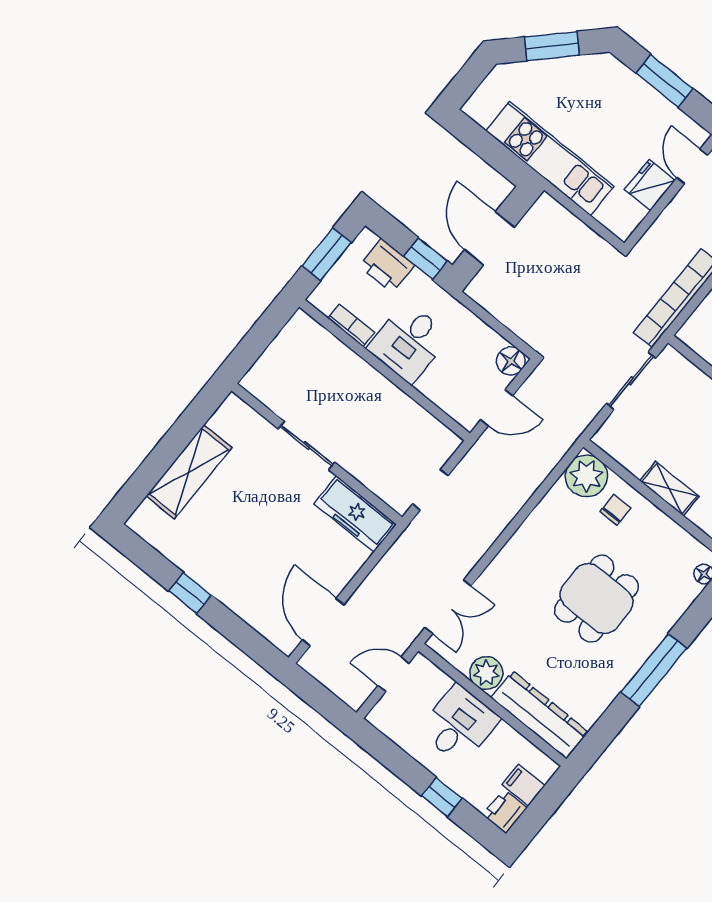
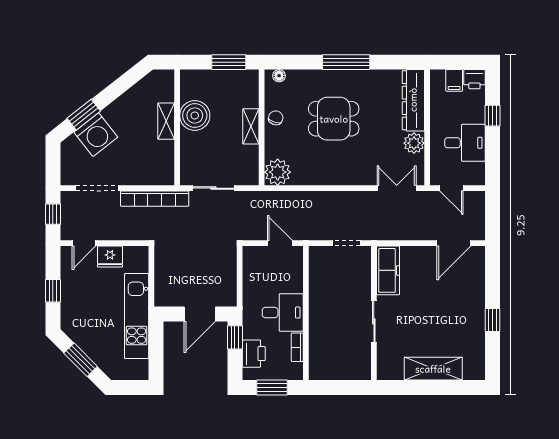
window: (664, 81) -> (53, 291), width x0.67
floor lamp: (511, 361) -> (251, 255), removed
chair: (616, 510) -> (276, 118), moved, turned 108
desk: (459, 725) -> (465, 143), moved, turned 180

